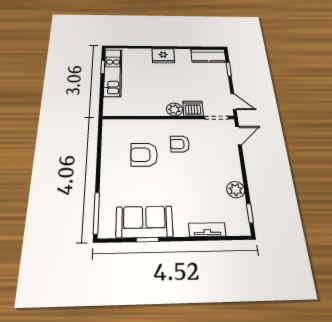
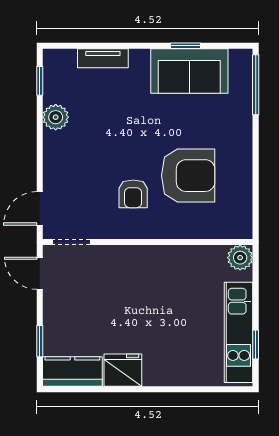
fridge: (163, 56) -> (123, 370), moved
dishwasher: (193, 108) -> (108, 260), removed
plant: (174, 109) -> (240, 258), moved
armchair: (180, 144) -> (133, 194), turned 90
armchair: (144, 155) -> (188, 176), width x1.36, depth x1.36

